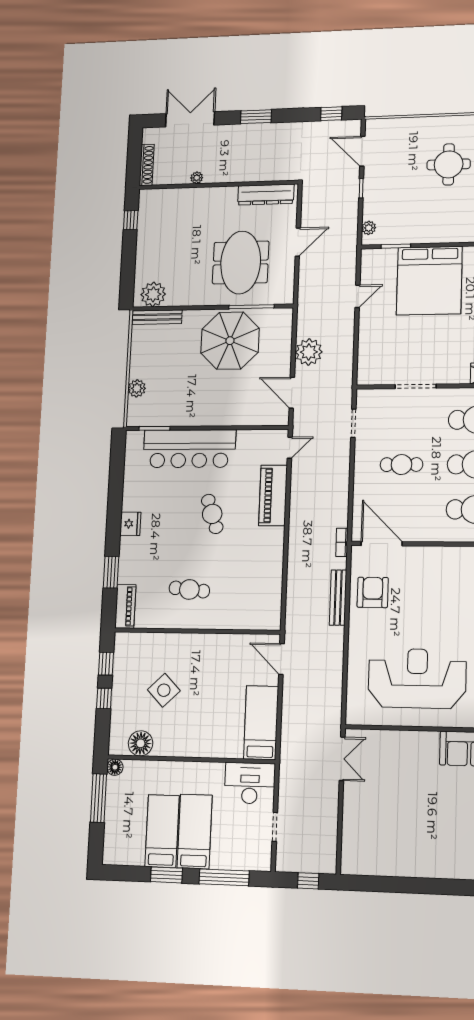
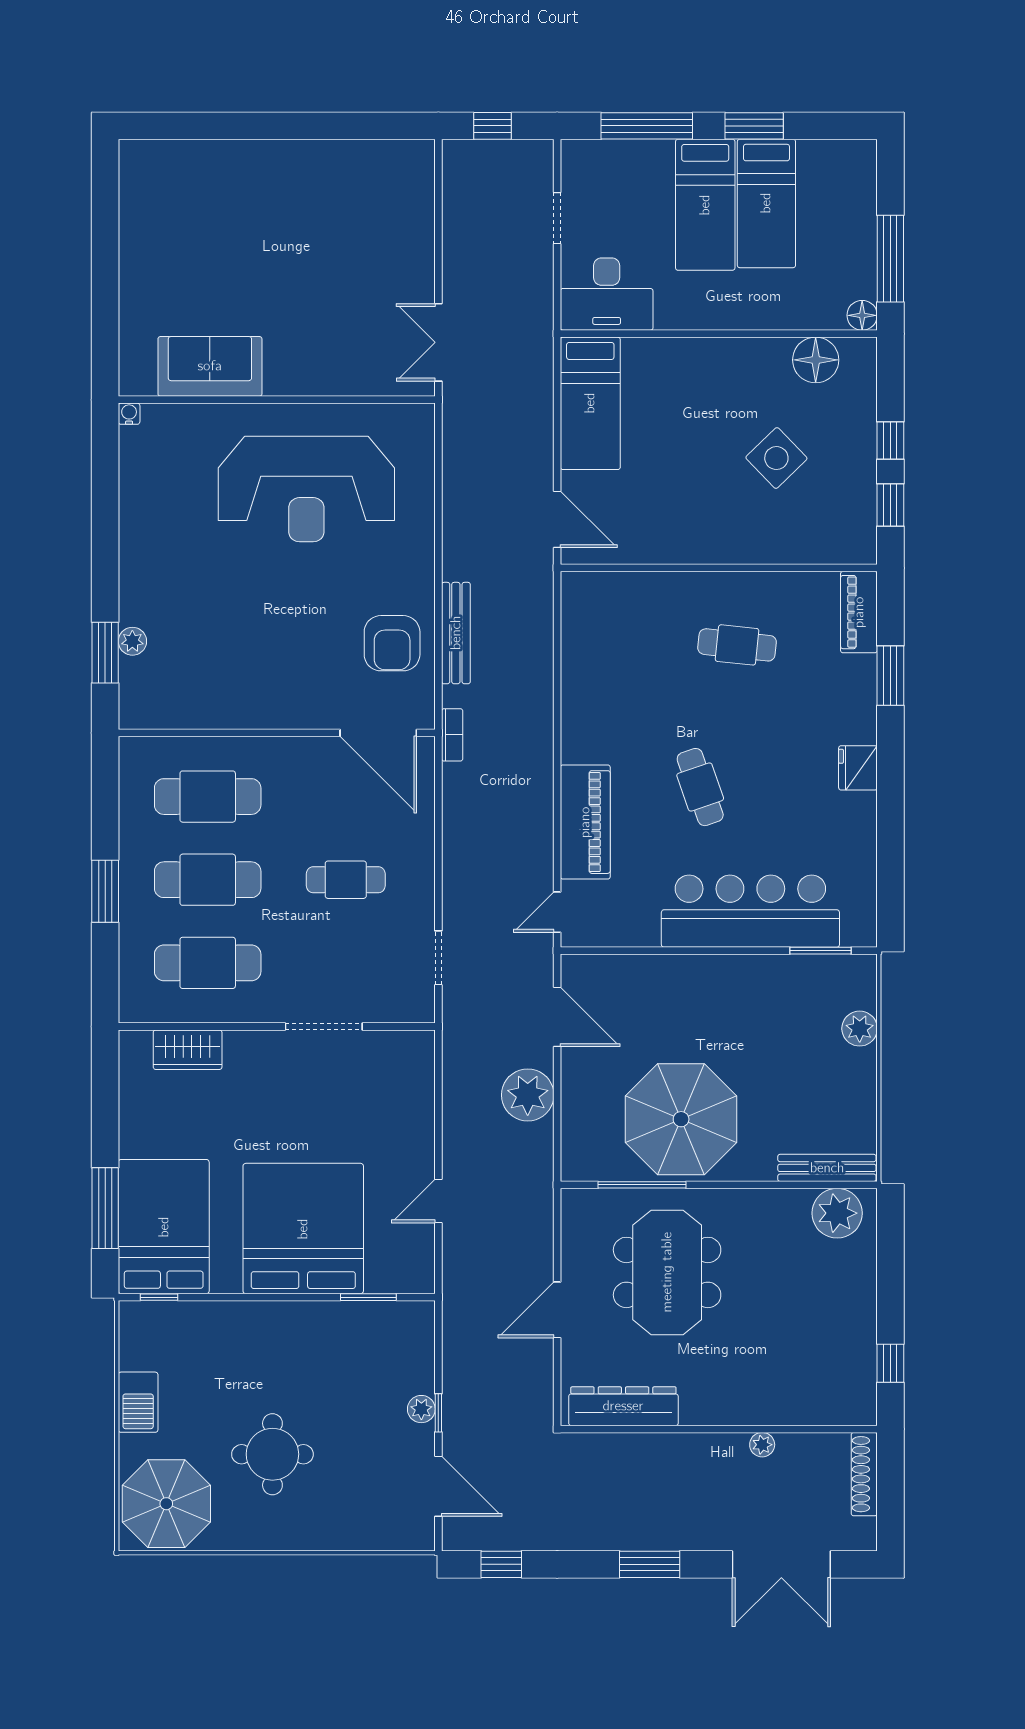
plant: (369, 228) -> (421, 1409), moved

